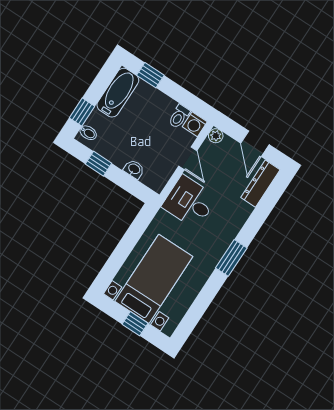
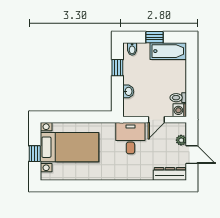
window: (150, 75) -> (192, 64), removed
window: (82, 112) -> (154, 37), moved
plant: (216, 136) -> (181, 140), moved
door: (255, 144) -> (192, 155), swing flipped
window: (231, 258) -> (113, 186), removed

